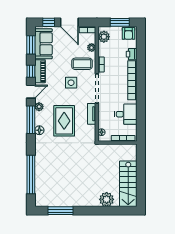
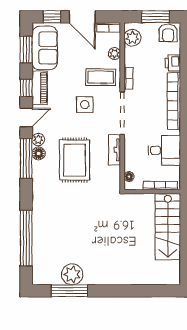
floor lamp: (39, 130) -> (39, 153), moved
stairs: (128, 184) -> (168, 227), moved
plant: (107, 199) -> (72, 274), moved

